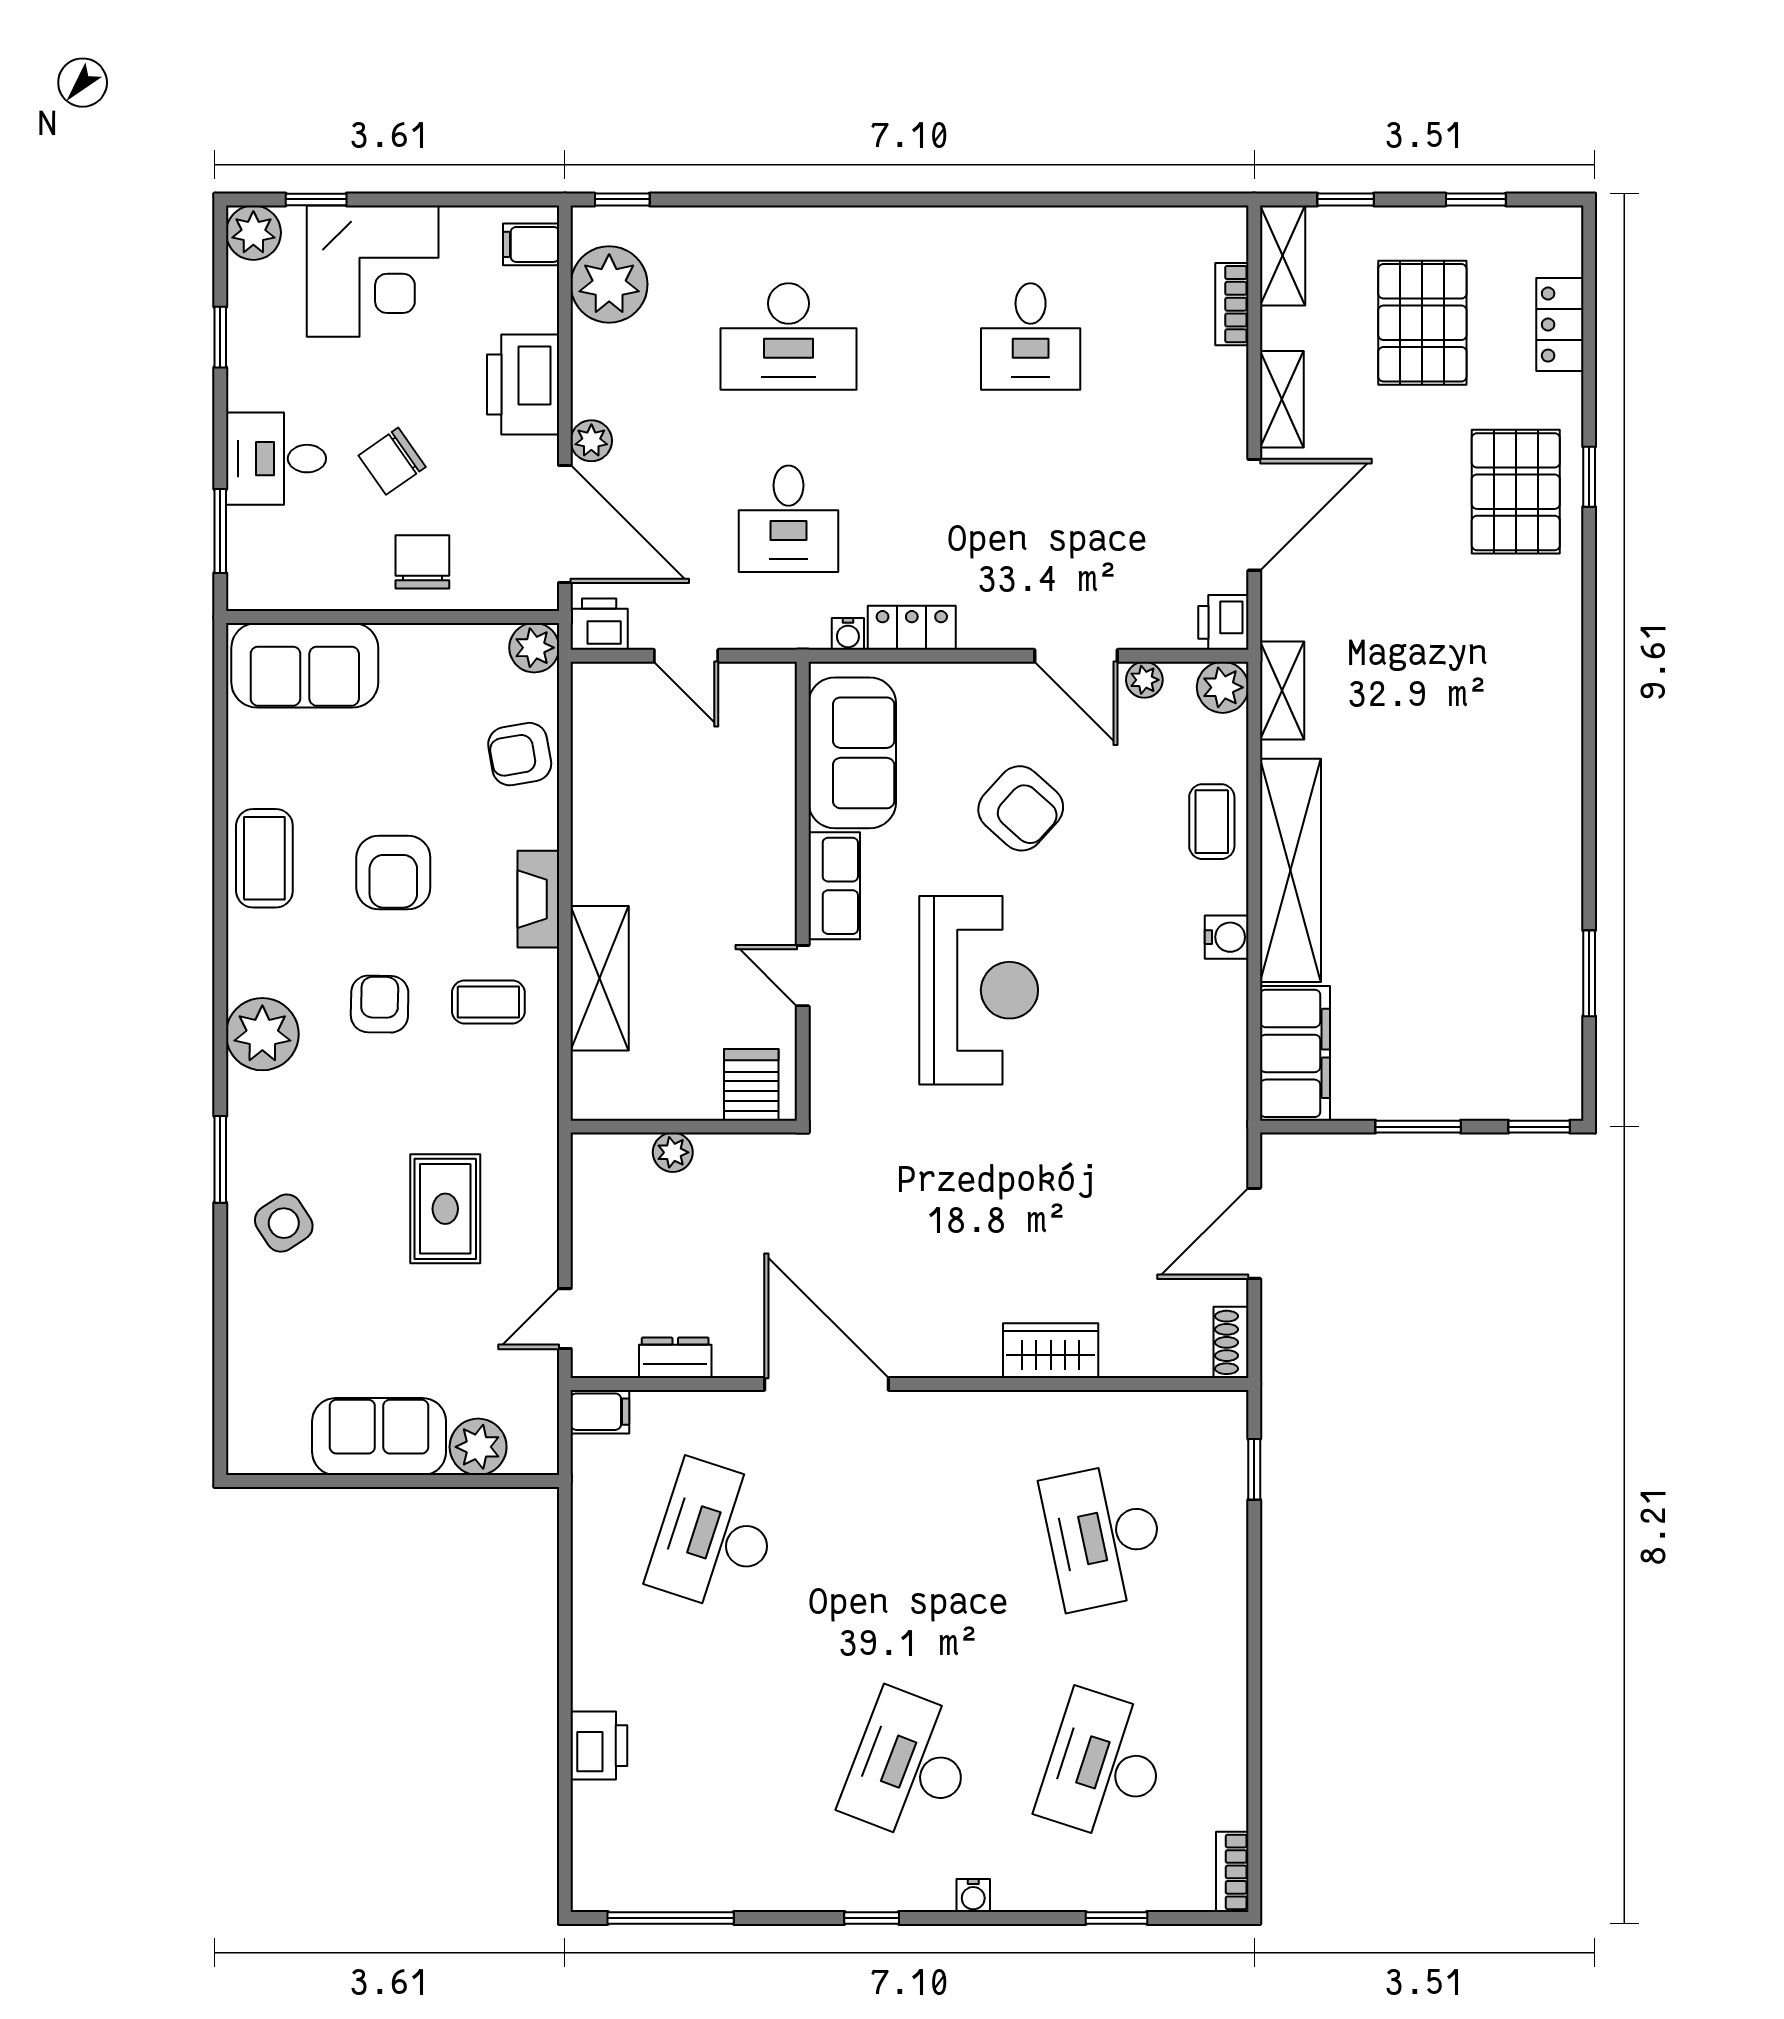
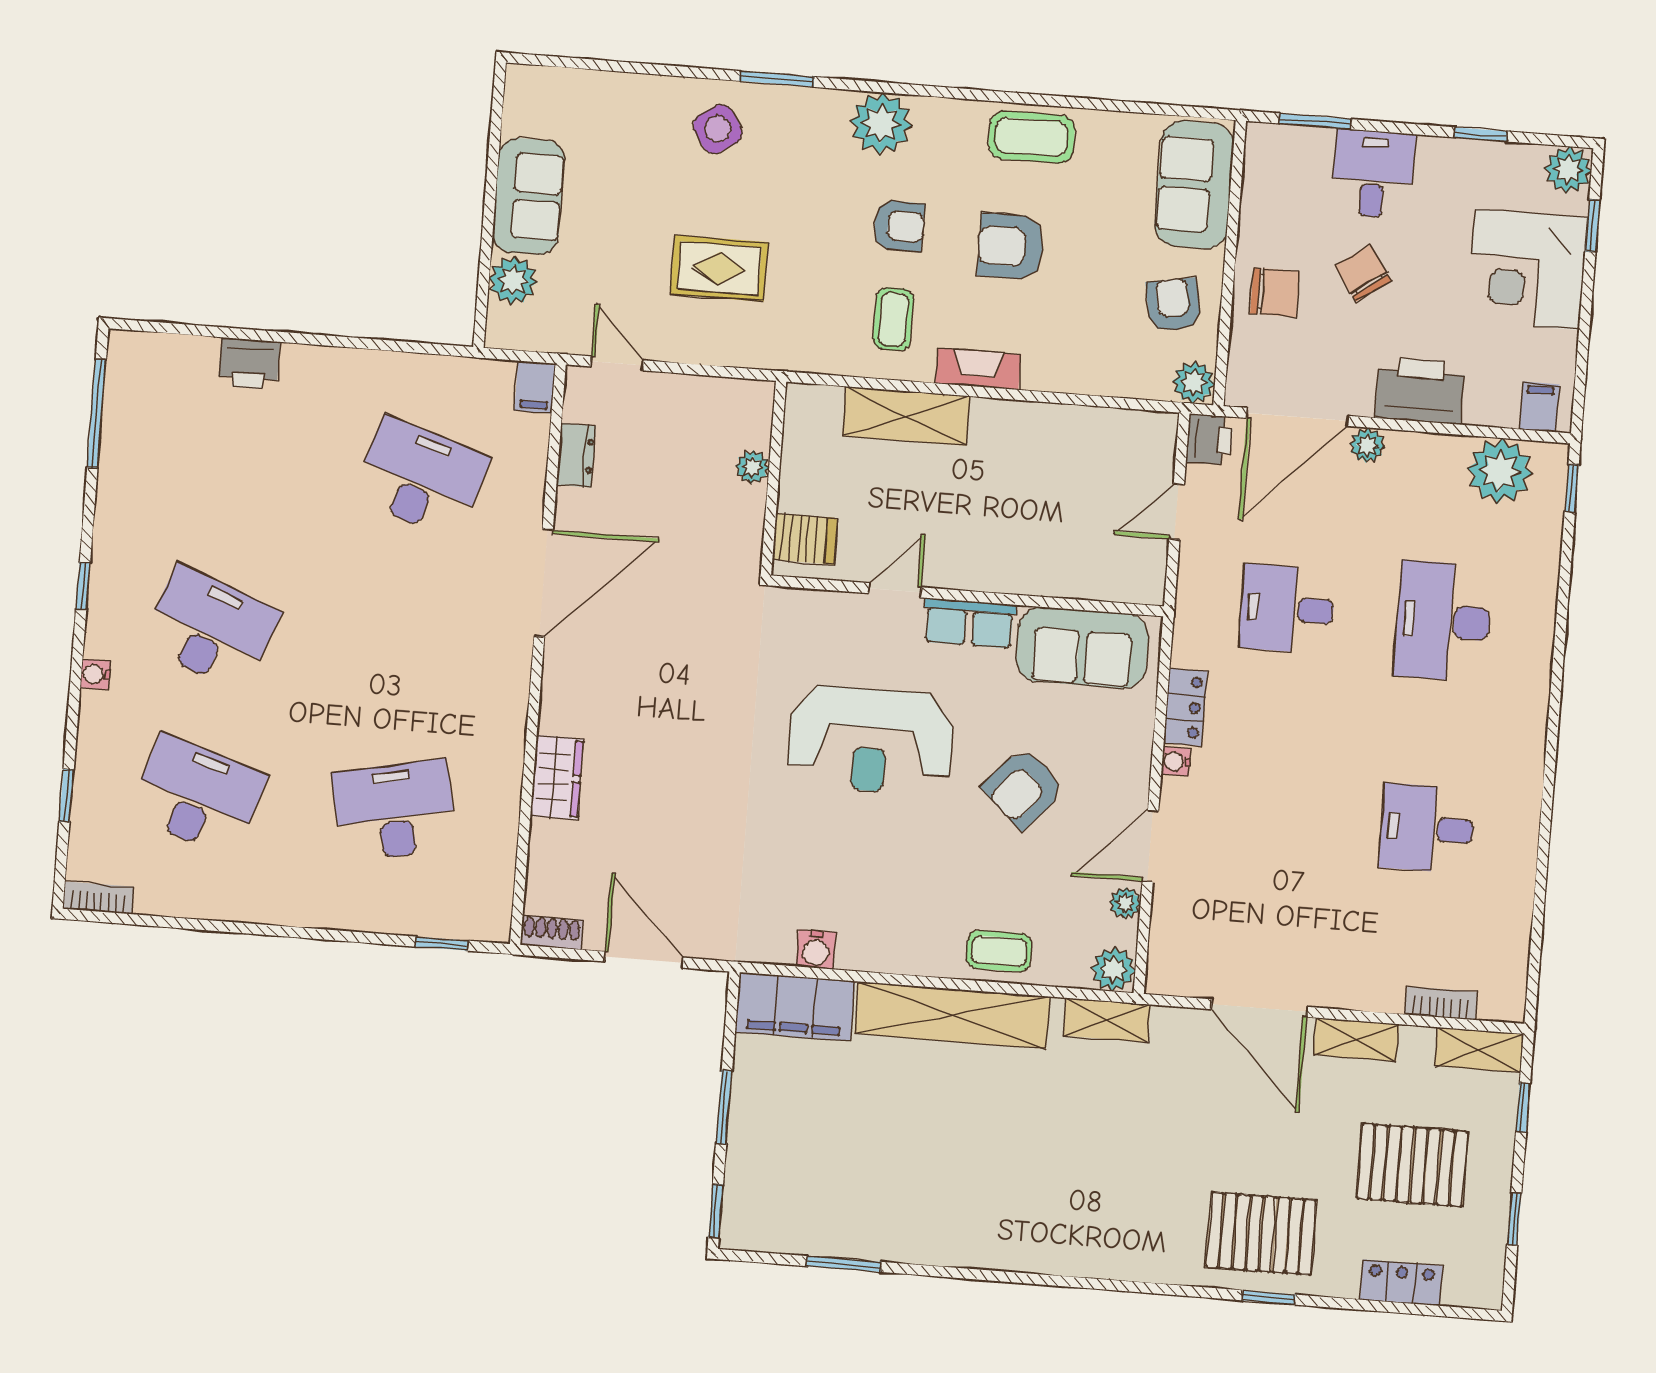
printer: (1223, 622) -> (1169, 974), removed
water cooler: (848, 634) -> (1176, 761), moved
armchair: (520, 754) -> (1173, 305), moved
water cooler: (1227, 937) -> (816, 949), moved

